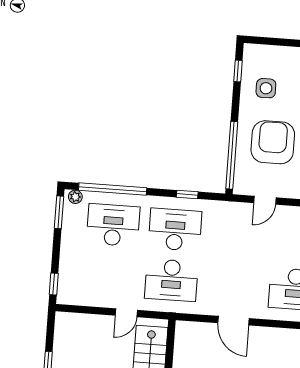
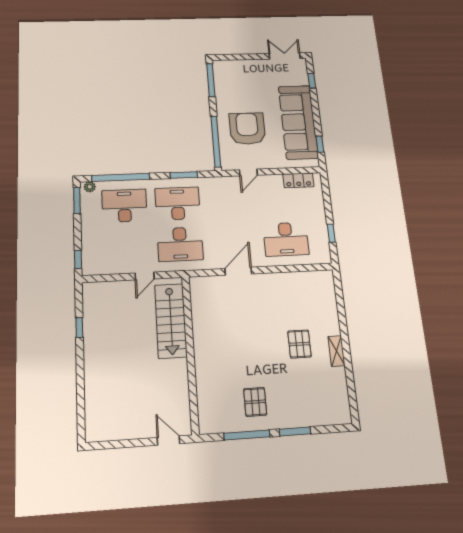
window: (238, 71) -> (211, 80), width x2.17
side table: (266, 88) -> (235, 90), removed
window: (187, 195) -> (184, 175), width x1.50
door: (233, 321) -> (238, 271), swing flipped

